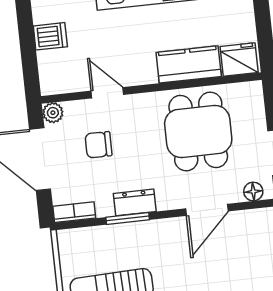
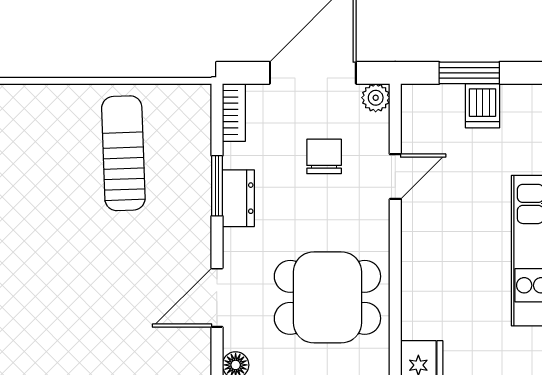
window: (28, 48) -> (469, 73), added
kitchen counter: (189, 64) -> (422, 294), removed
door: (207, 210) -> (217, 298), hinge flipped

